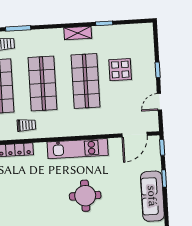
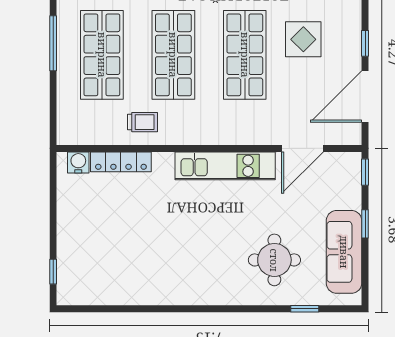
door: (159, 102) -> (365, 97), width x1.88
door: (135, 135) -> (303, 148), moved
round table: (85, 196) -> (274, 260), moved

